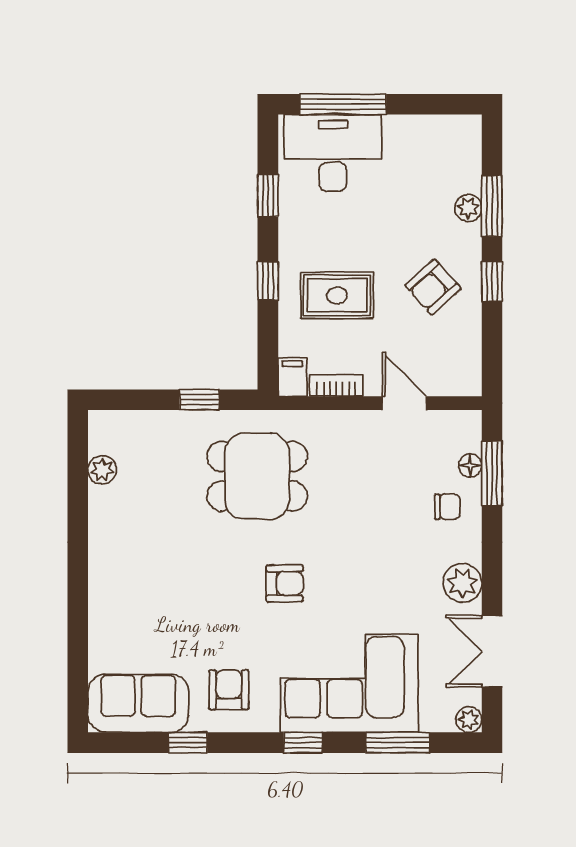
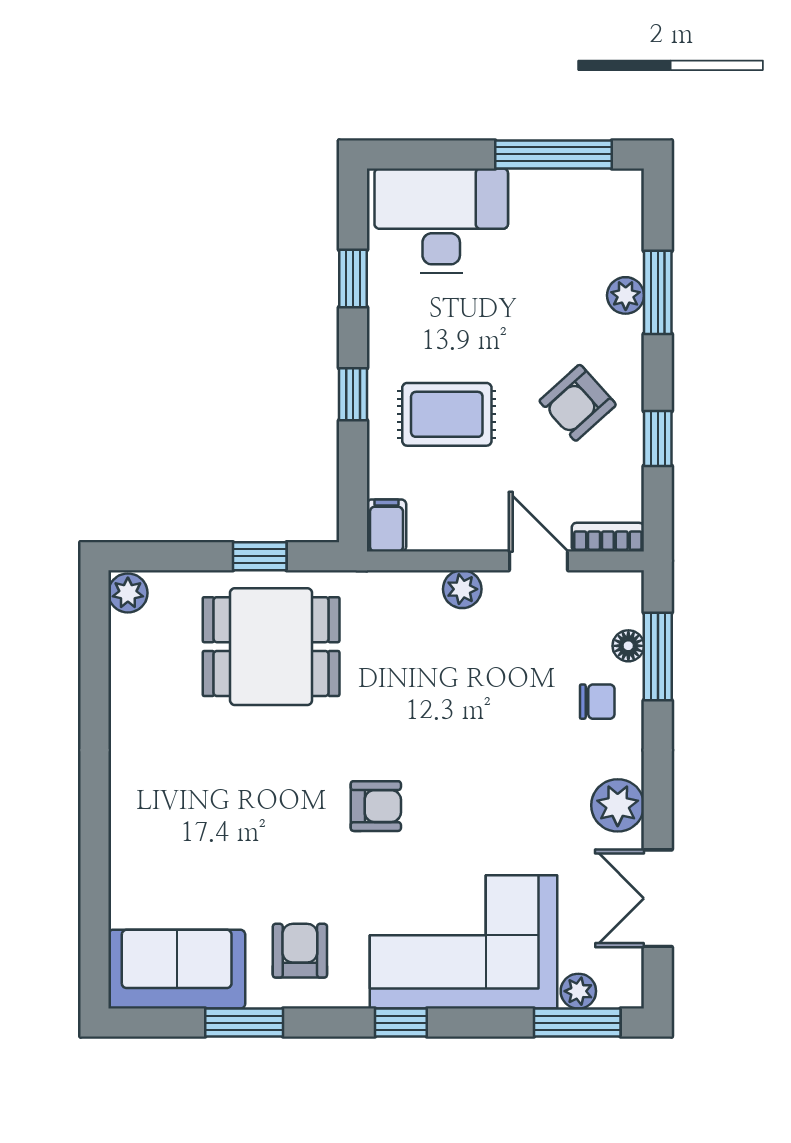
window: (343, 104) -> (554, 154), moved
window: (492, 281) -> (658, 438), moved
bookcase: (336, 386) -> (608, 537), moved
plant: (348, 424) -> (462, 589), added
plant: (102, 470) -> (128, 593), moved
dining table: (257, 476) -> (271, 647), moved
plant: (469, 720) -> (578, 991), moved
window: (188, 743) -> (244, 1023), width x1.50
window: (398, 743) -> (577, 1023), moved

